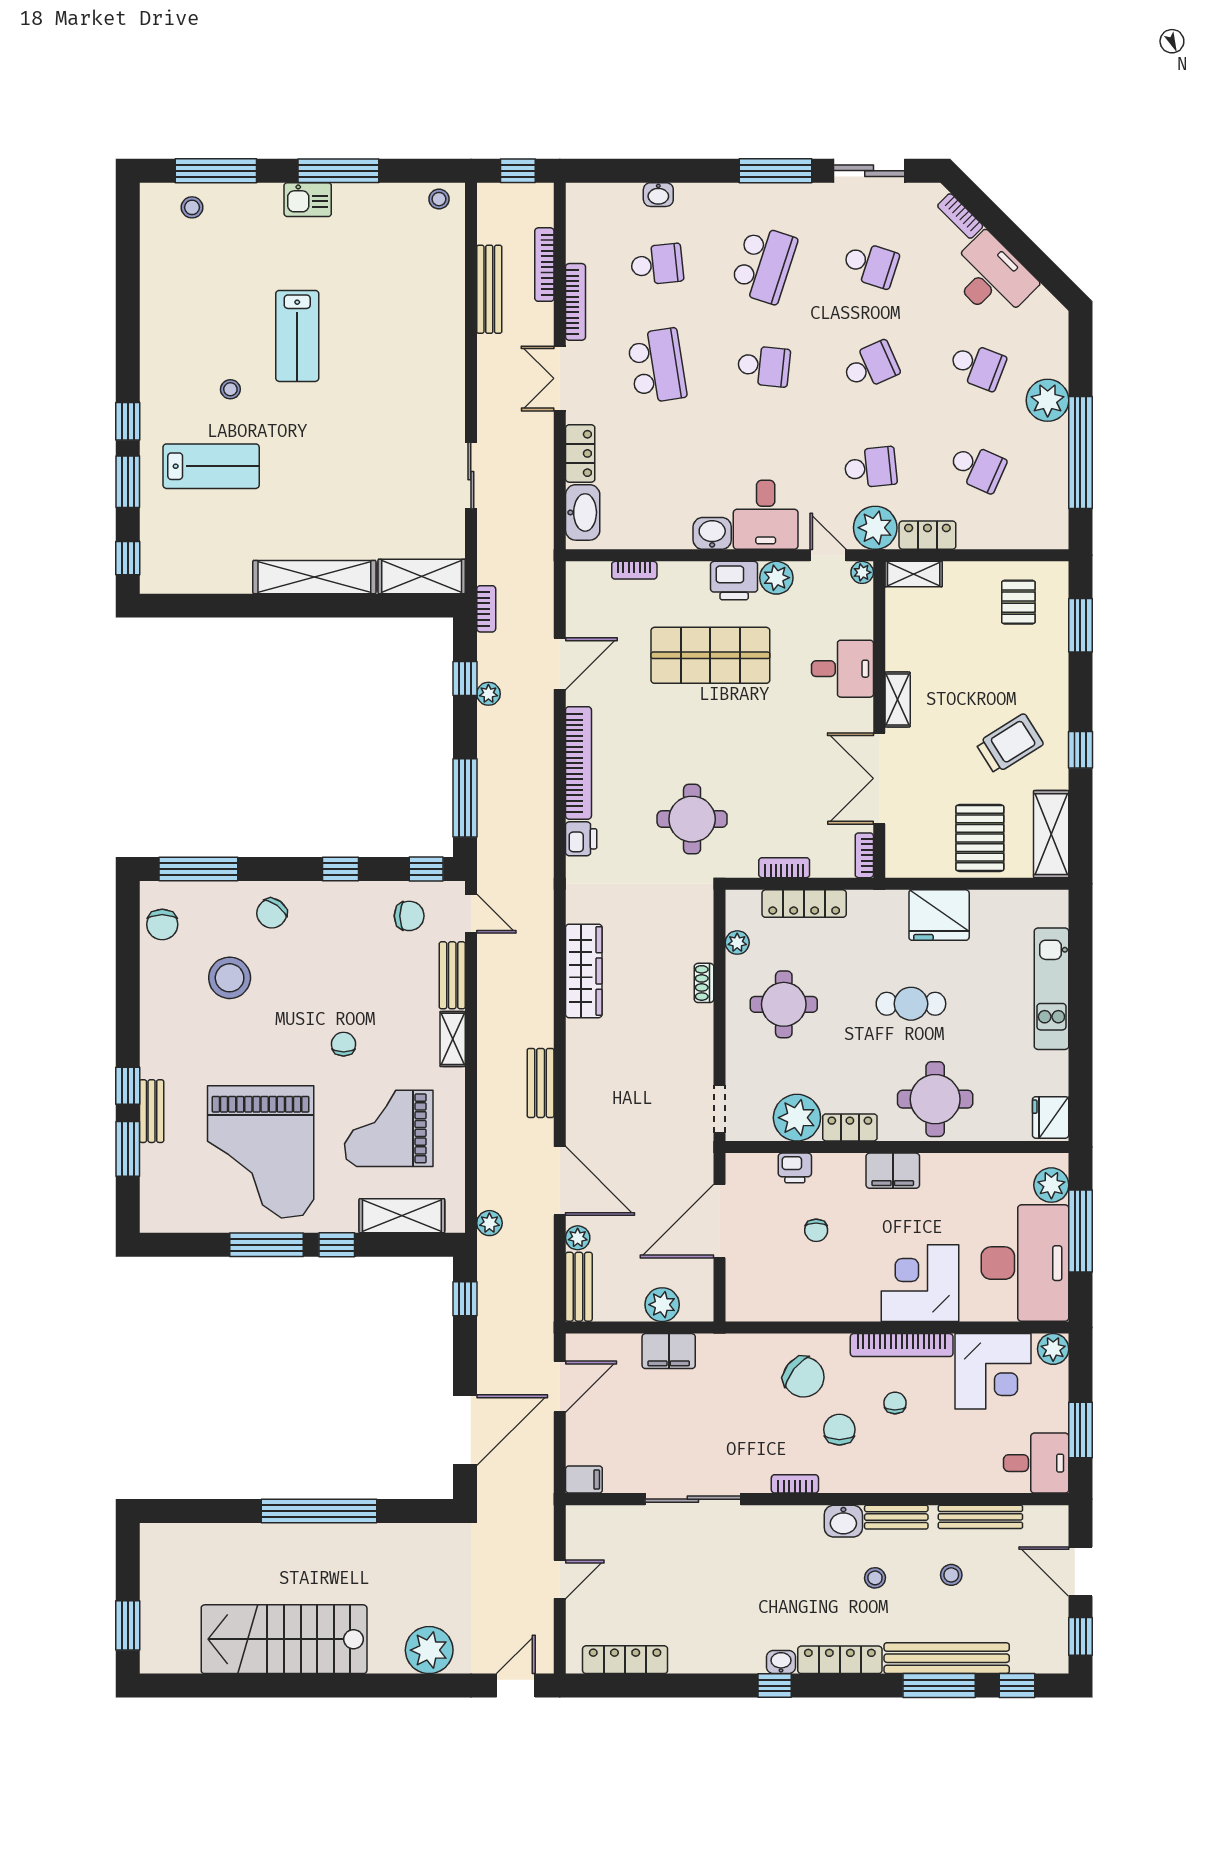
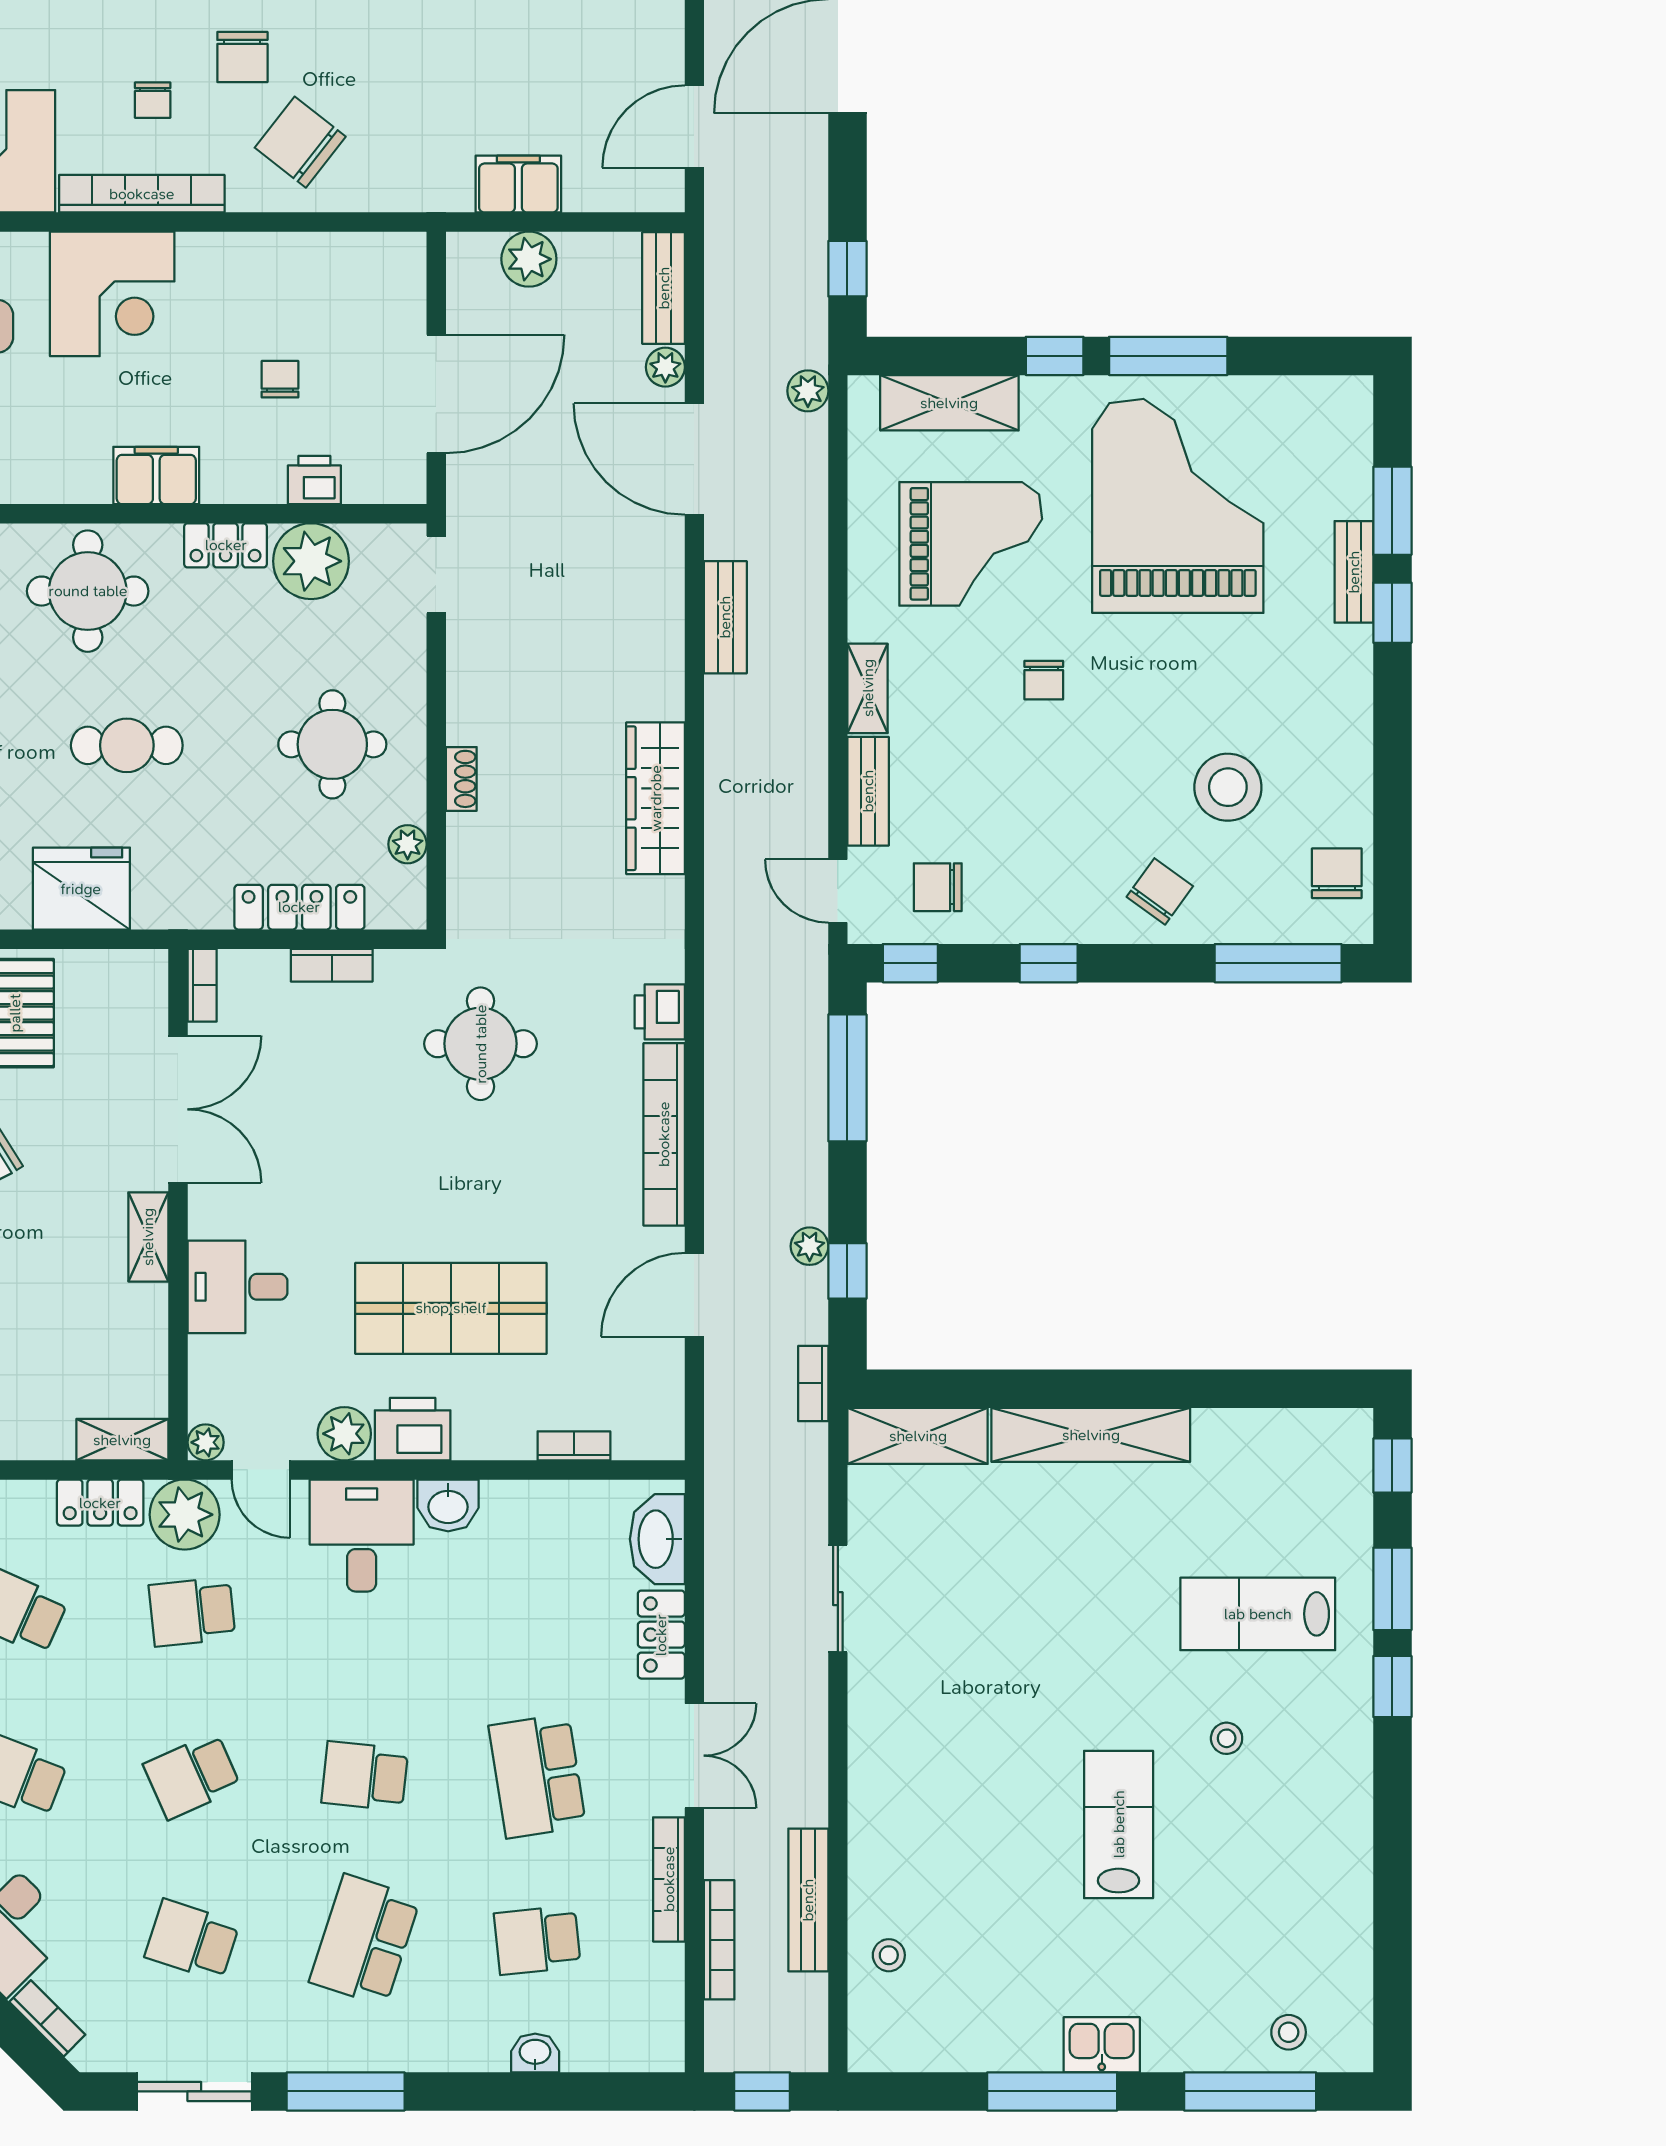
stool: (439, 199) -> (889, 1955), moved

